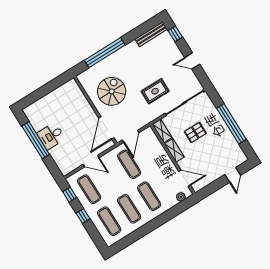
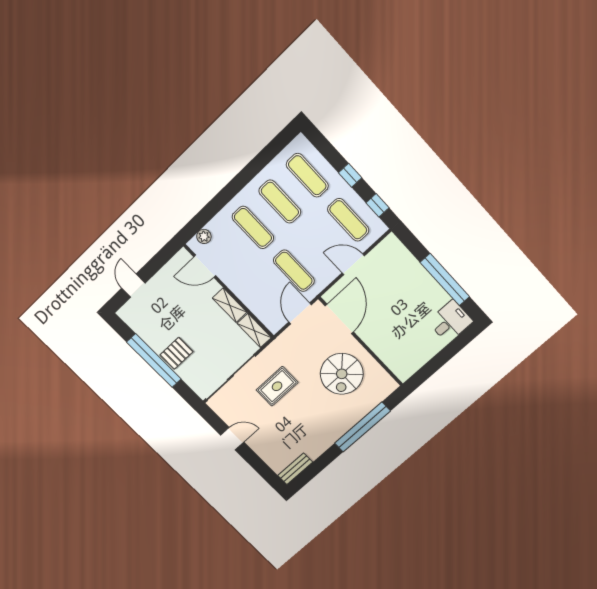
bench: (151, 34) -> (295, 469), width x0.73
window: (175, 34) -> (265, 471), removed
pallet: (195, 132) -> (176, 353), moved
desk: (51, 136) -> (450, 322), moved

